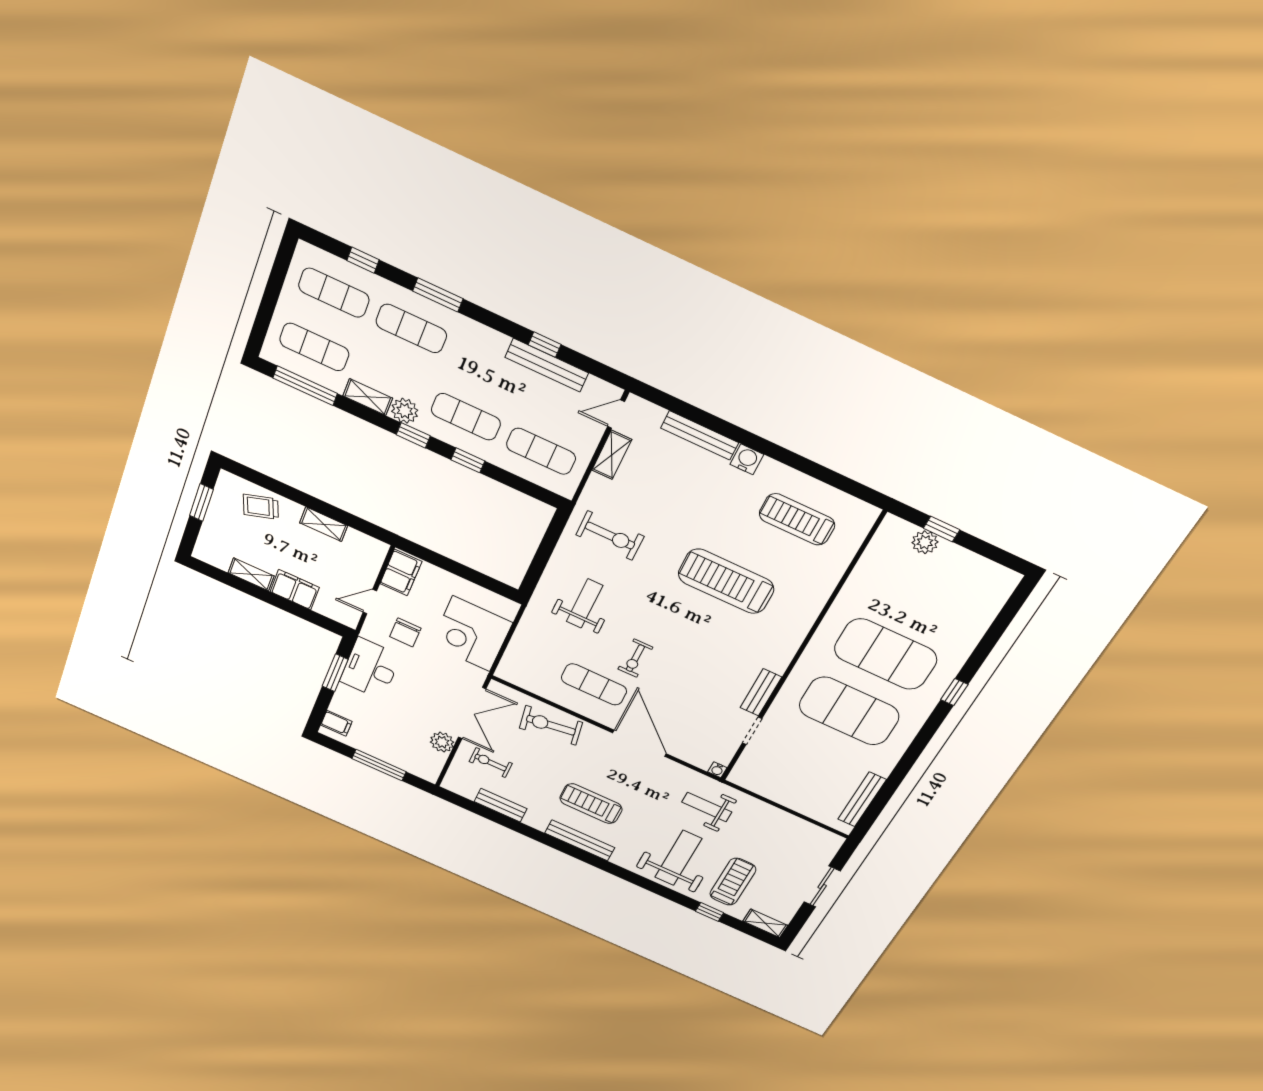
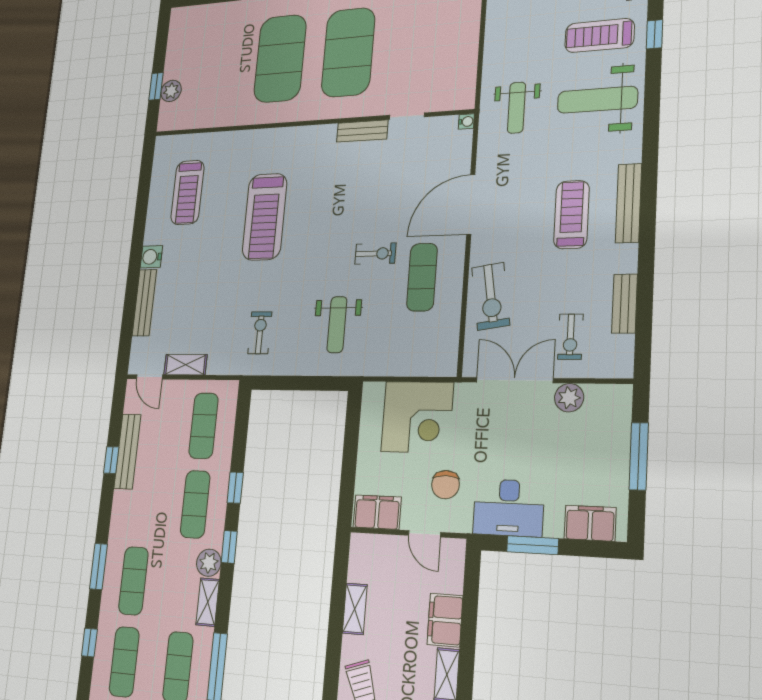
exercise bike: (610, 536) -> (260, 333), width x0.73, depth x0.72
weight bench: (585, 603) -> (337, 325), turned -90
chair: (405, 632) -> (446, 485), turned 90
filing cabinet: (336, 723) -> (590, 523), width x2.00
treadmill: (591, 804) -> (571, 215), turned 180

